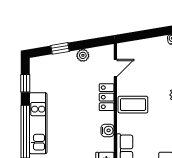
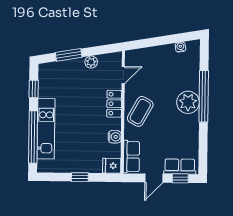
window: (60, 48) -> (69, 55), width x1.50
coffee table: (133, 105) -> (140, 111), turned -61

